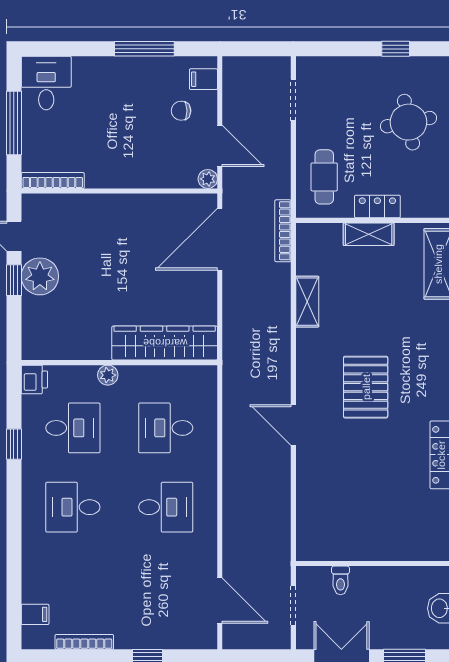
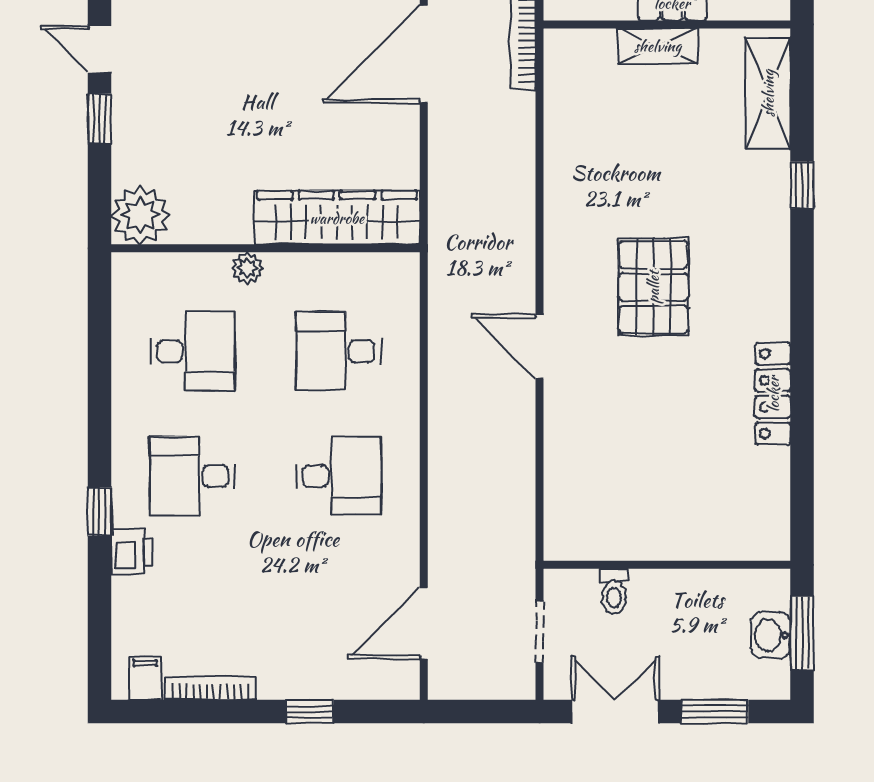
plant: (40, 276) -> (140, 215), moved
shelving: (307, 302) -> (561, 152), removed
printer: (34, 379) -> (132, 552), moved
window: (14, 444) -> (100, 511), moved
door: (220, 601) -> (424, 623), swing flipped
filing cabinet: (35, 614) -> (145, 678), moved, turned -90

